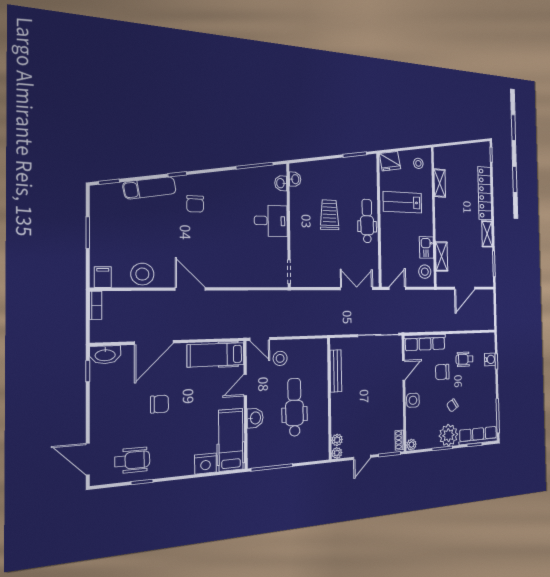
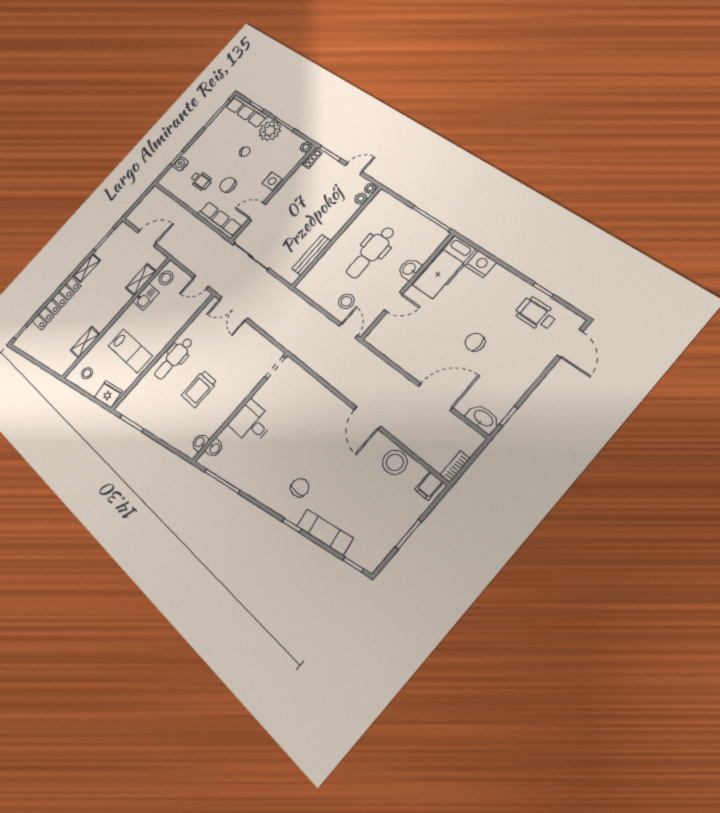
hospital bed: (216, 355) -> (395, 346), removed
chair: (442, 372) -> (228, 185), turned 180

